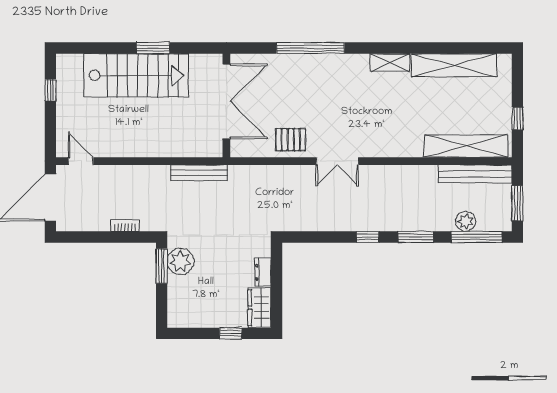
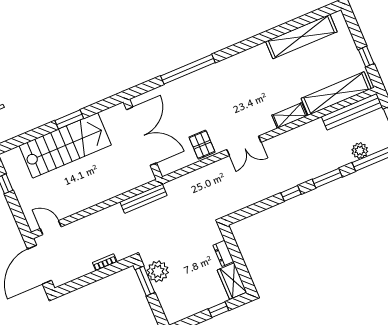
shelving: (390, 62) -> (289, 116), moved
pallet: (291, 140) -> (202, 145), turned 90

